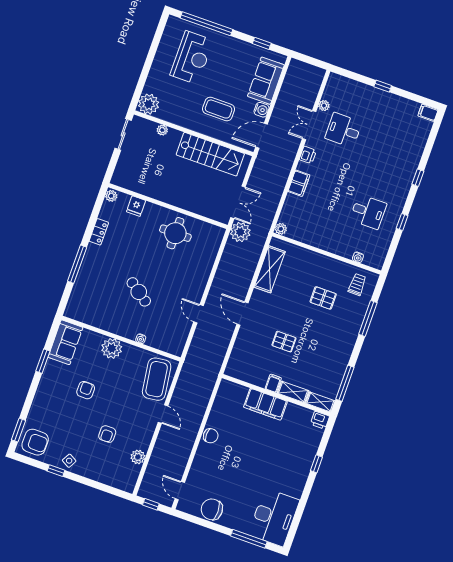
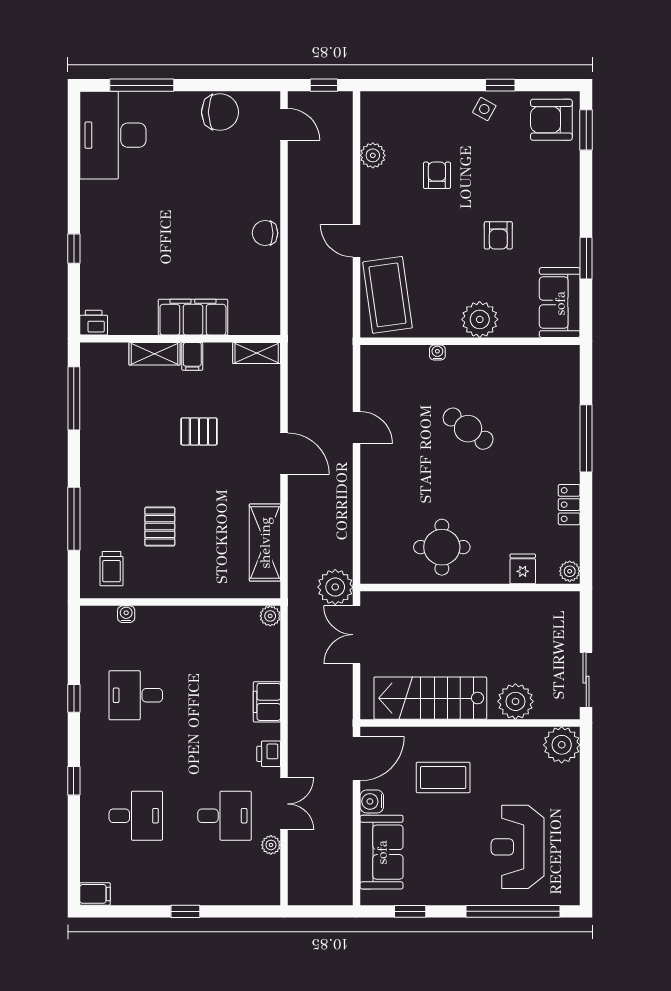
plant: (162, 130) -> (515, 701), width x1.88, depth x1.88
desk: (391, 147) -> (136, 816), added
pallet: (323, 298) -> (160, 527), turned 90
shelving: (320, 402) -> (257, 353), moved

